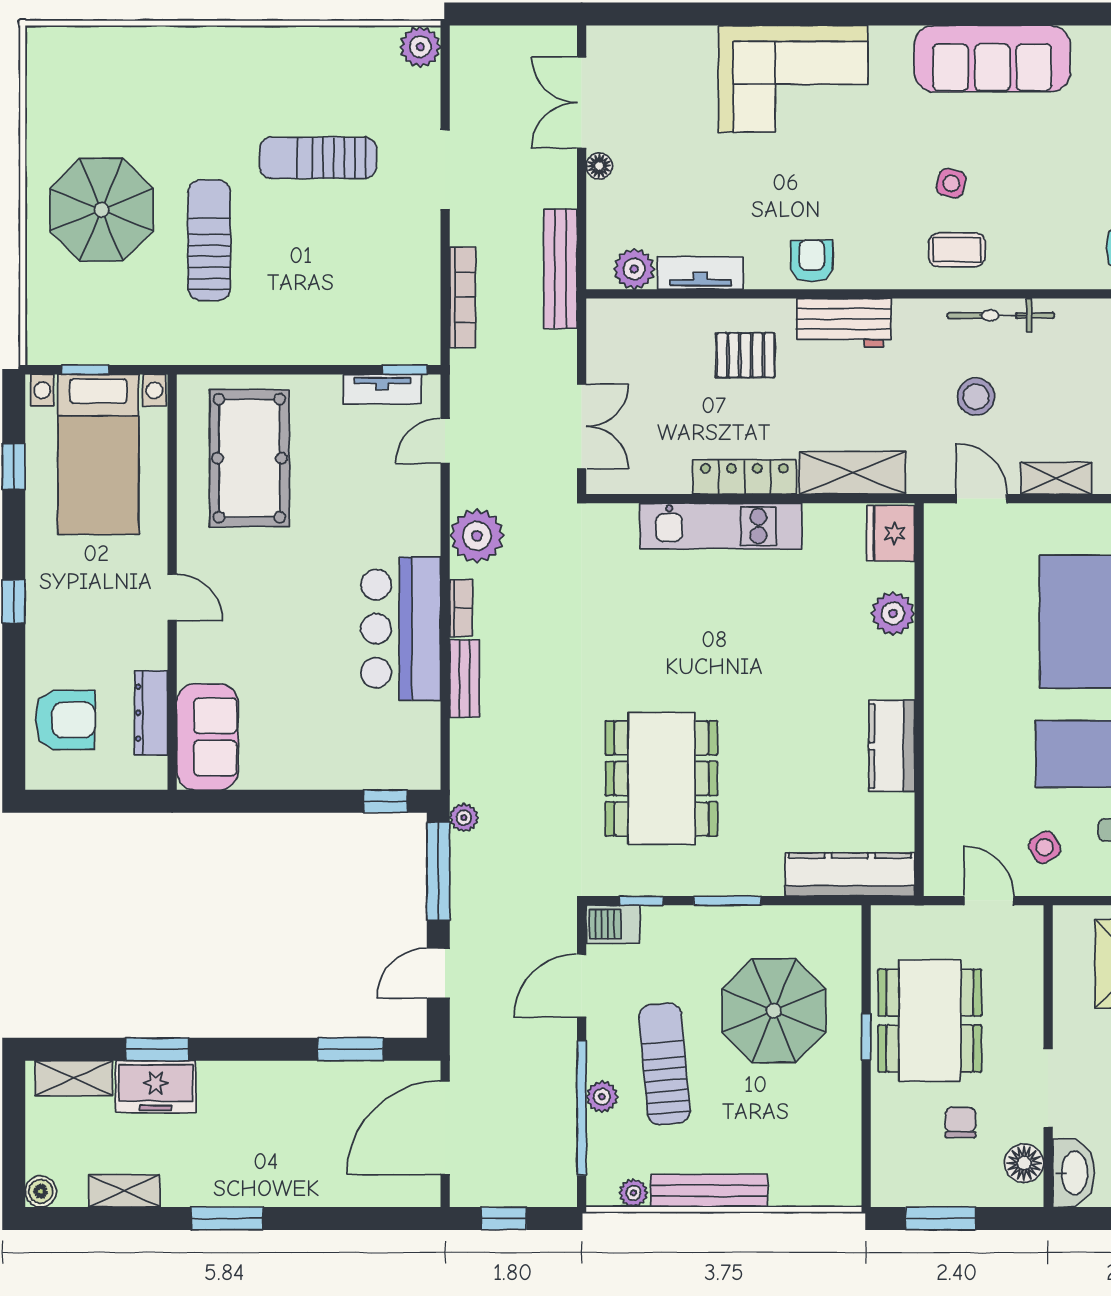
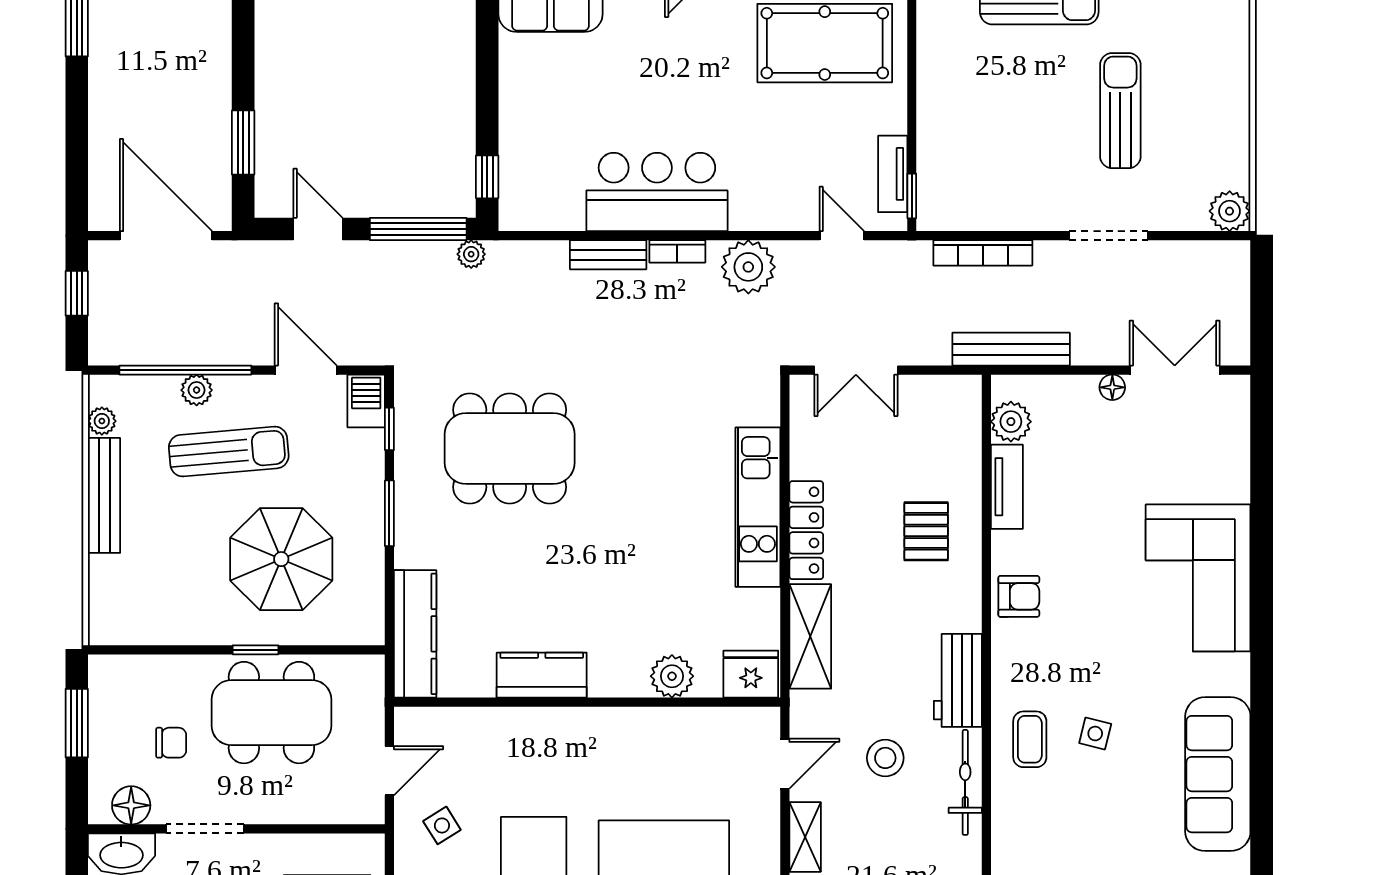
workbench: (844, 323) -> (958, 680), moved

